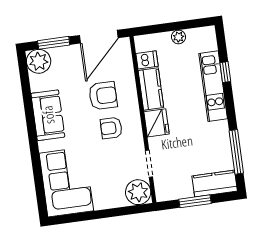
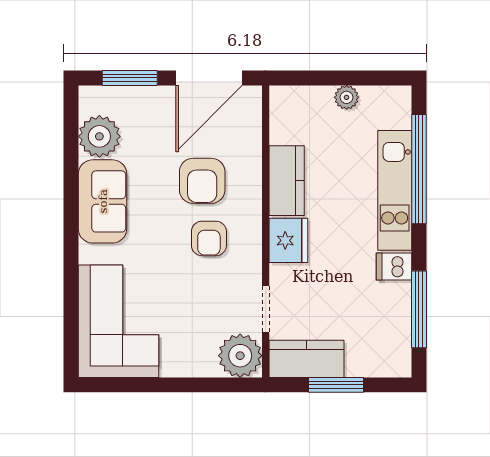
dishwasher: (147, 60) -> (394, 266), moved, turned 180
plant: (39, 61) -> (99, 136), moved
window: (225, 72) -> (419, 169), width x3.17
armchair: (103, 96) -> (202, 181), turned 90
armchair: (111, 128) -> (209, 238), turned -90
kitchen counter: (215, 184) -> (306, 359), moved

